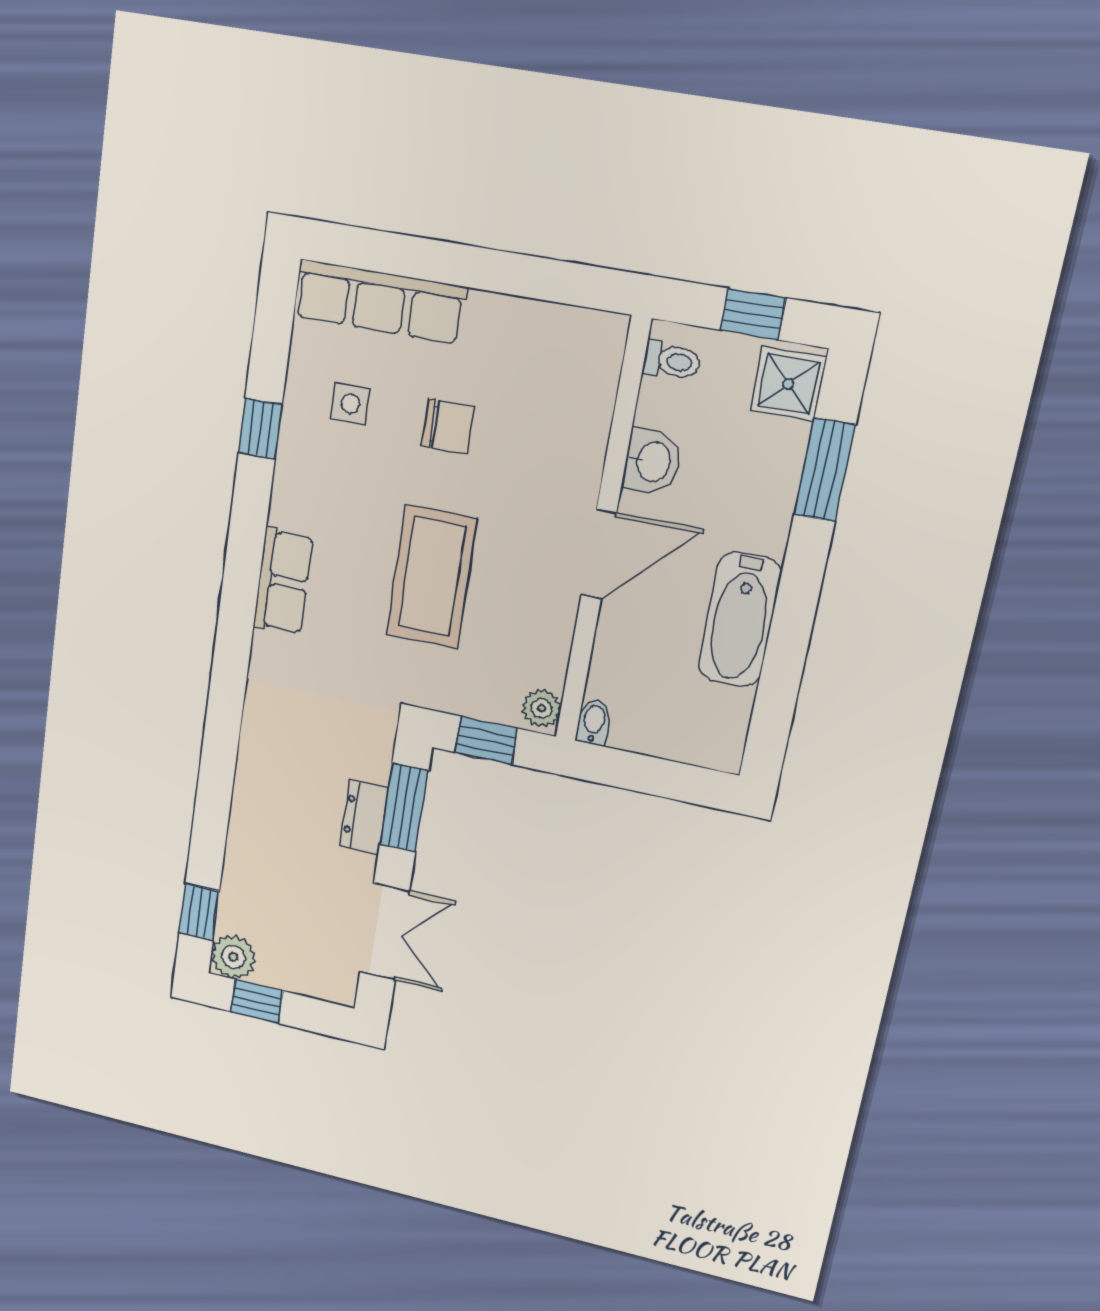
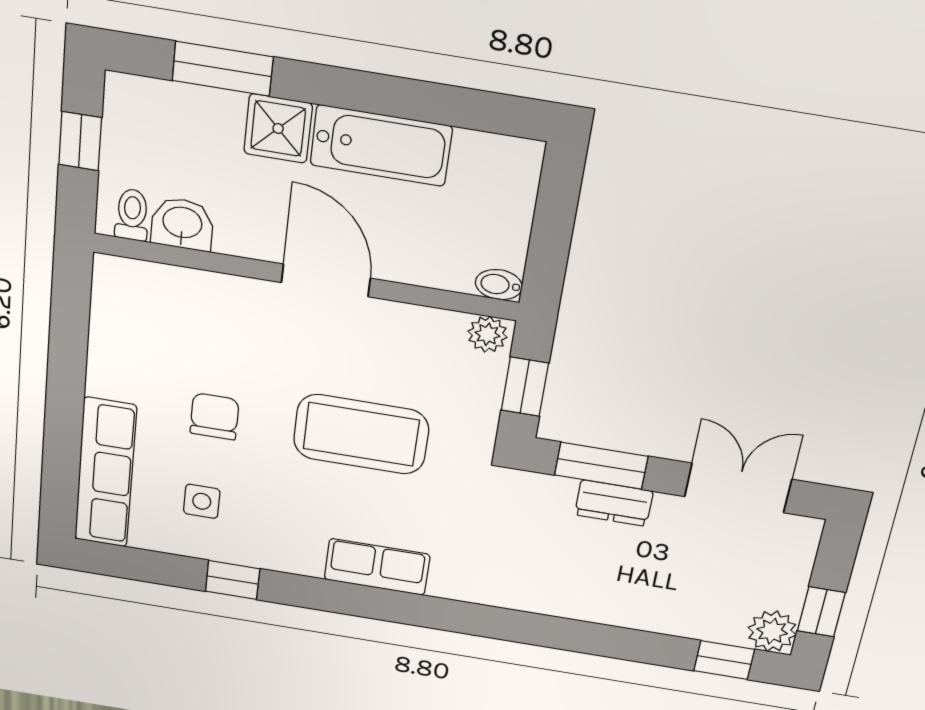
shower: (788, 384) -> (278, 128), moved
washbasin: (652, 462) -> (182, 224), moved

